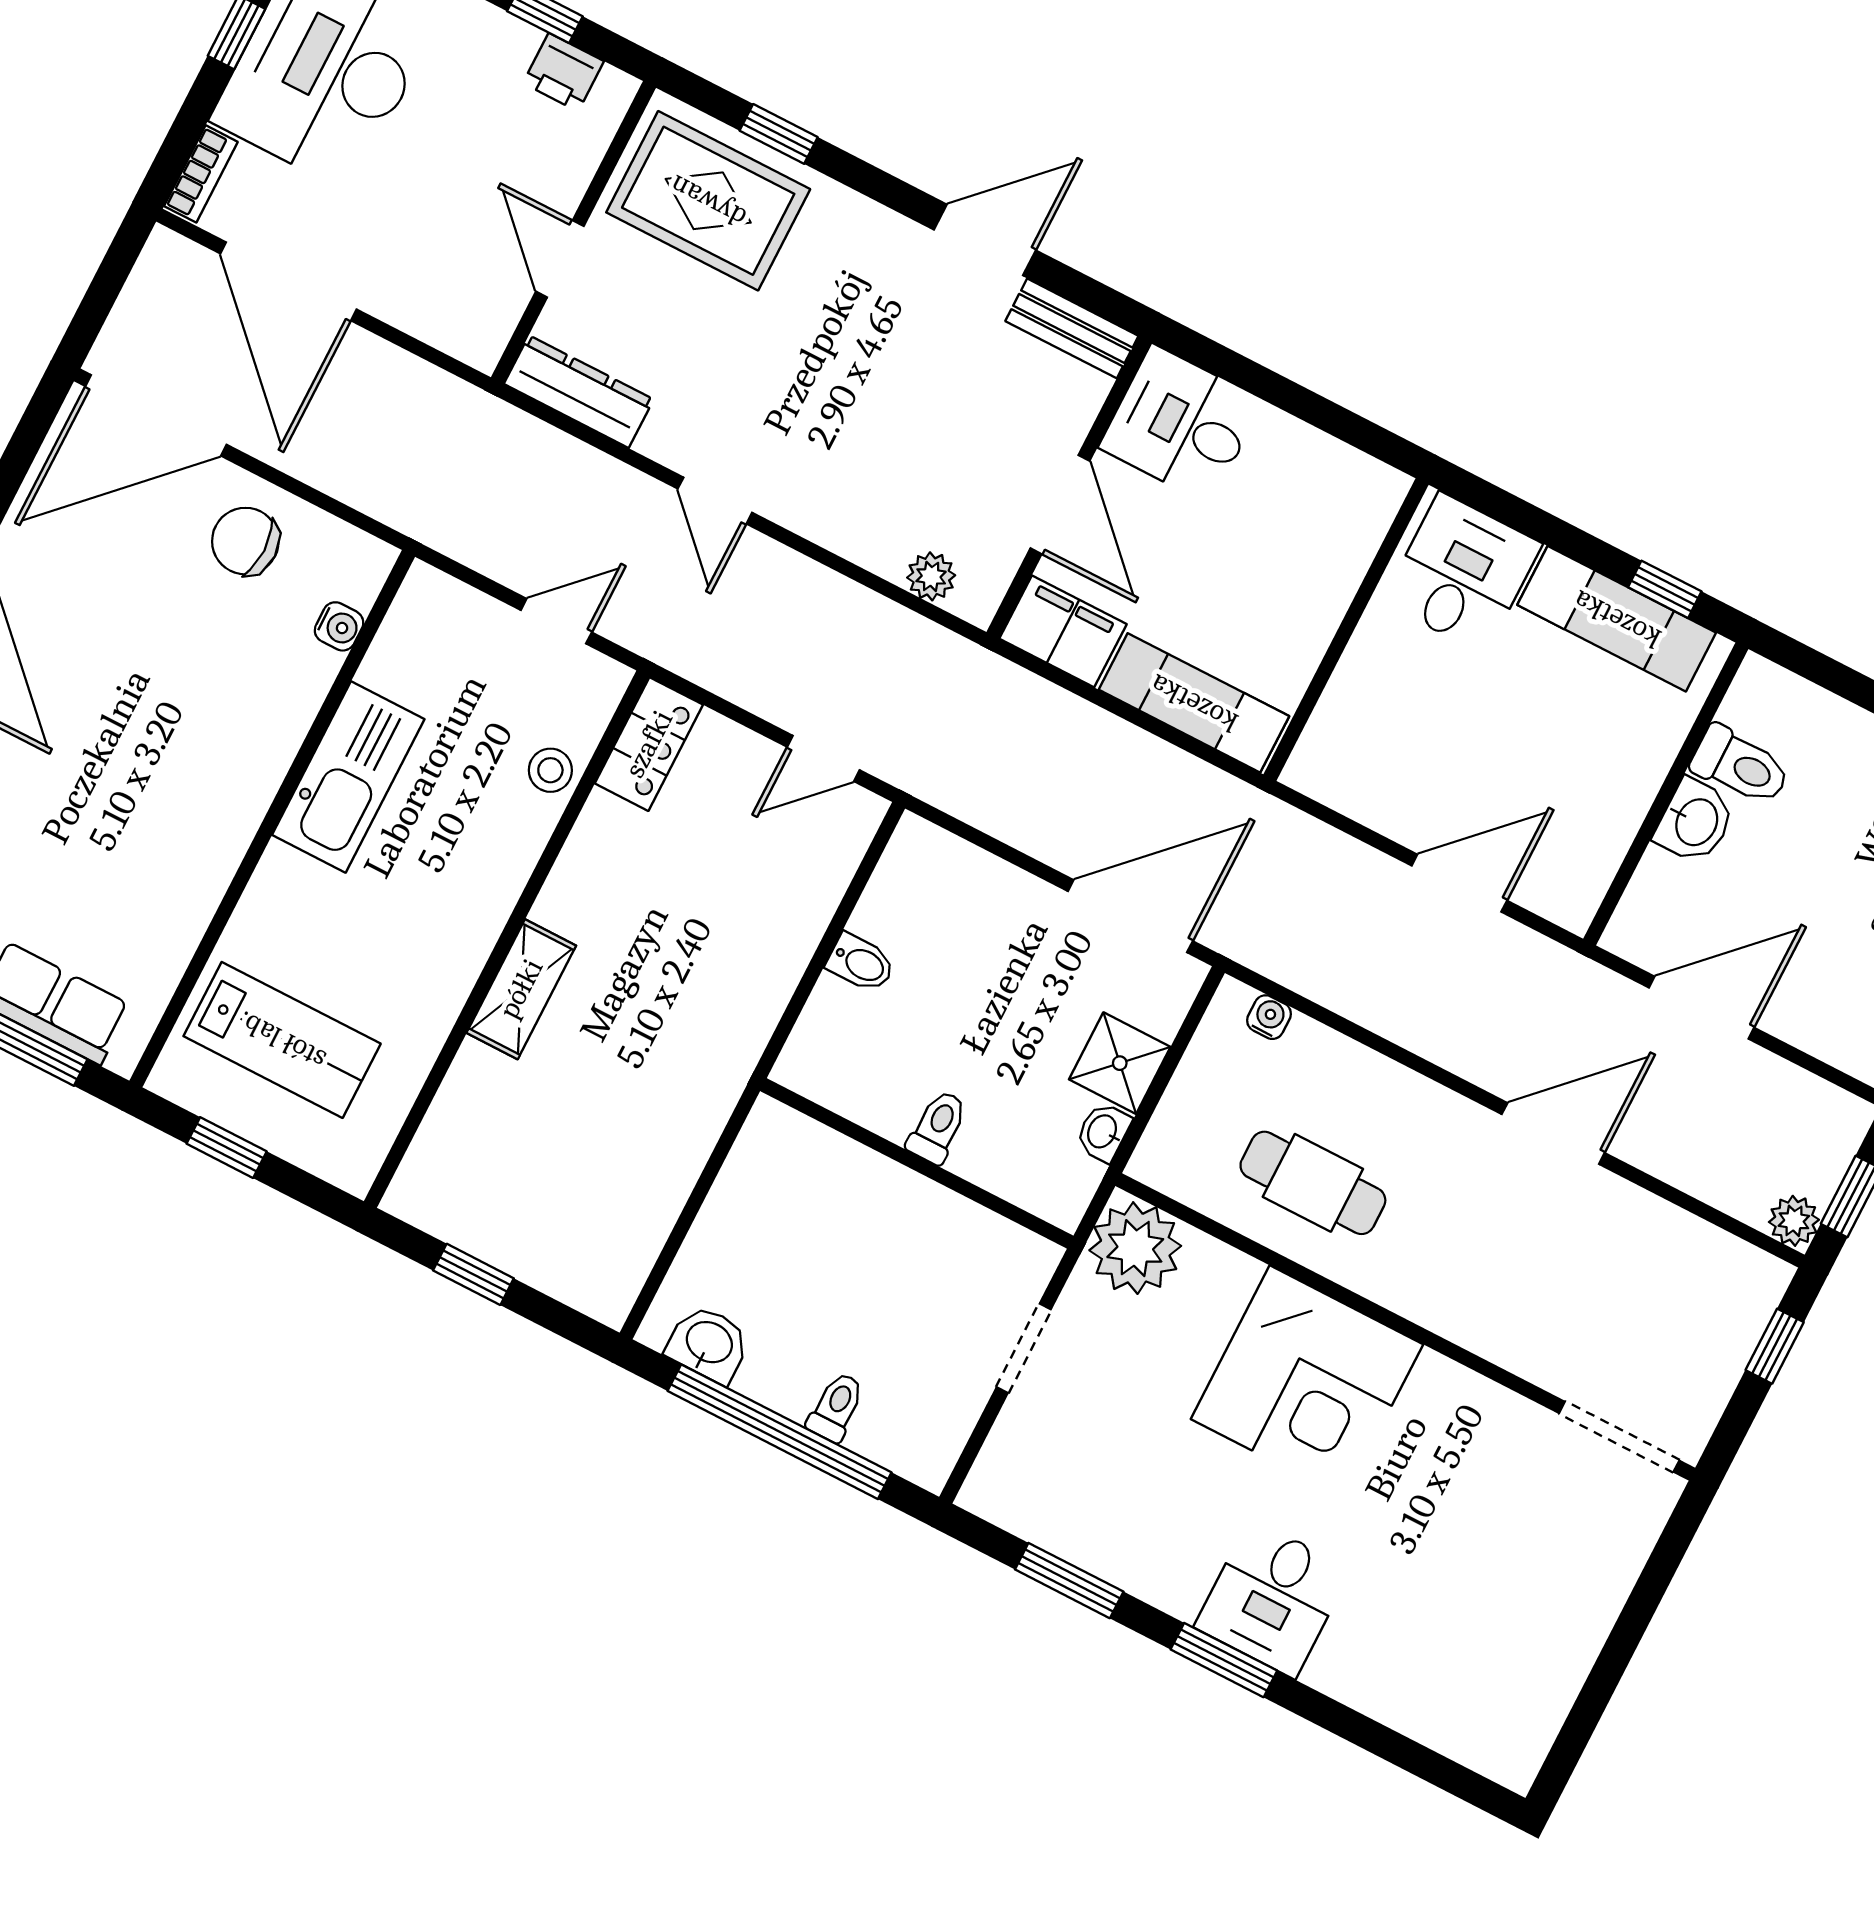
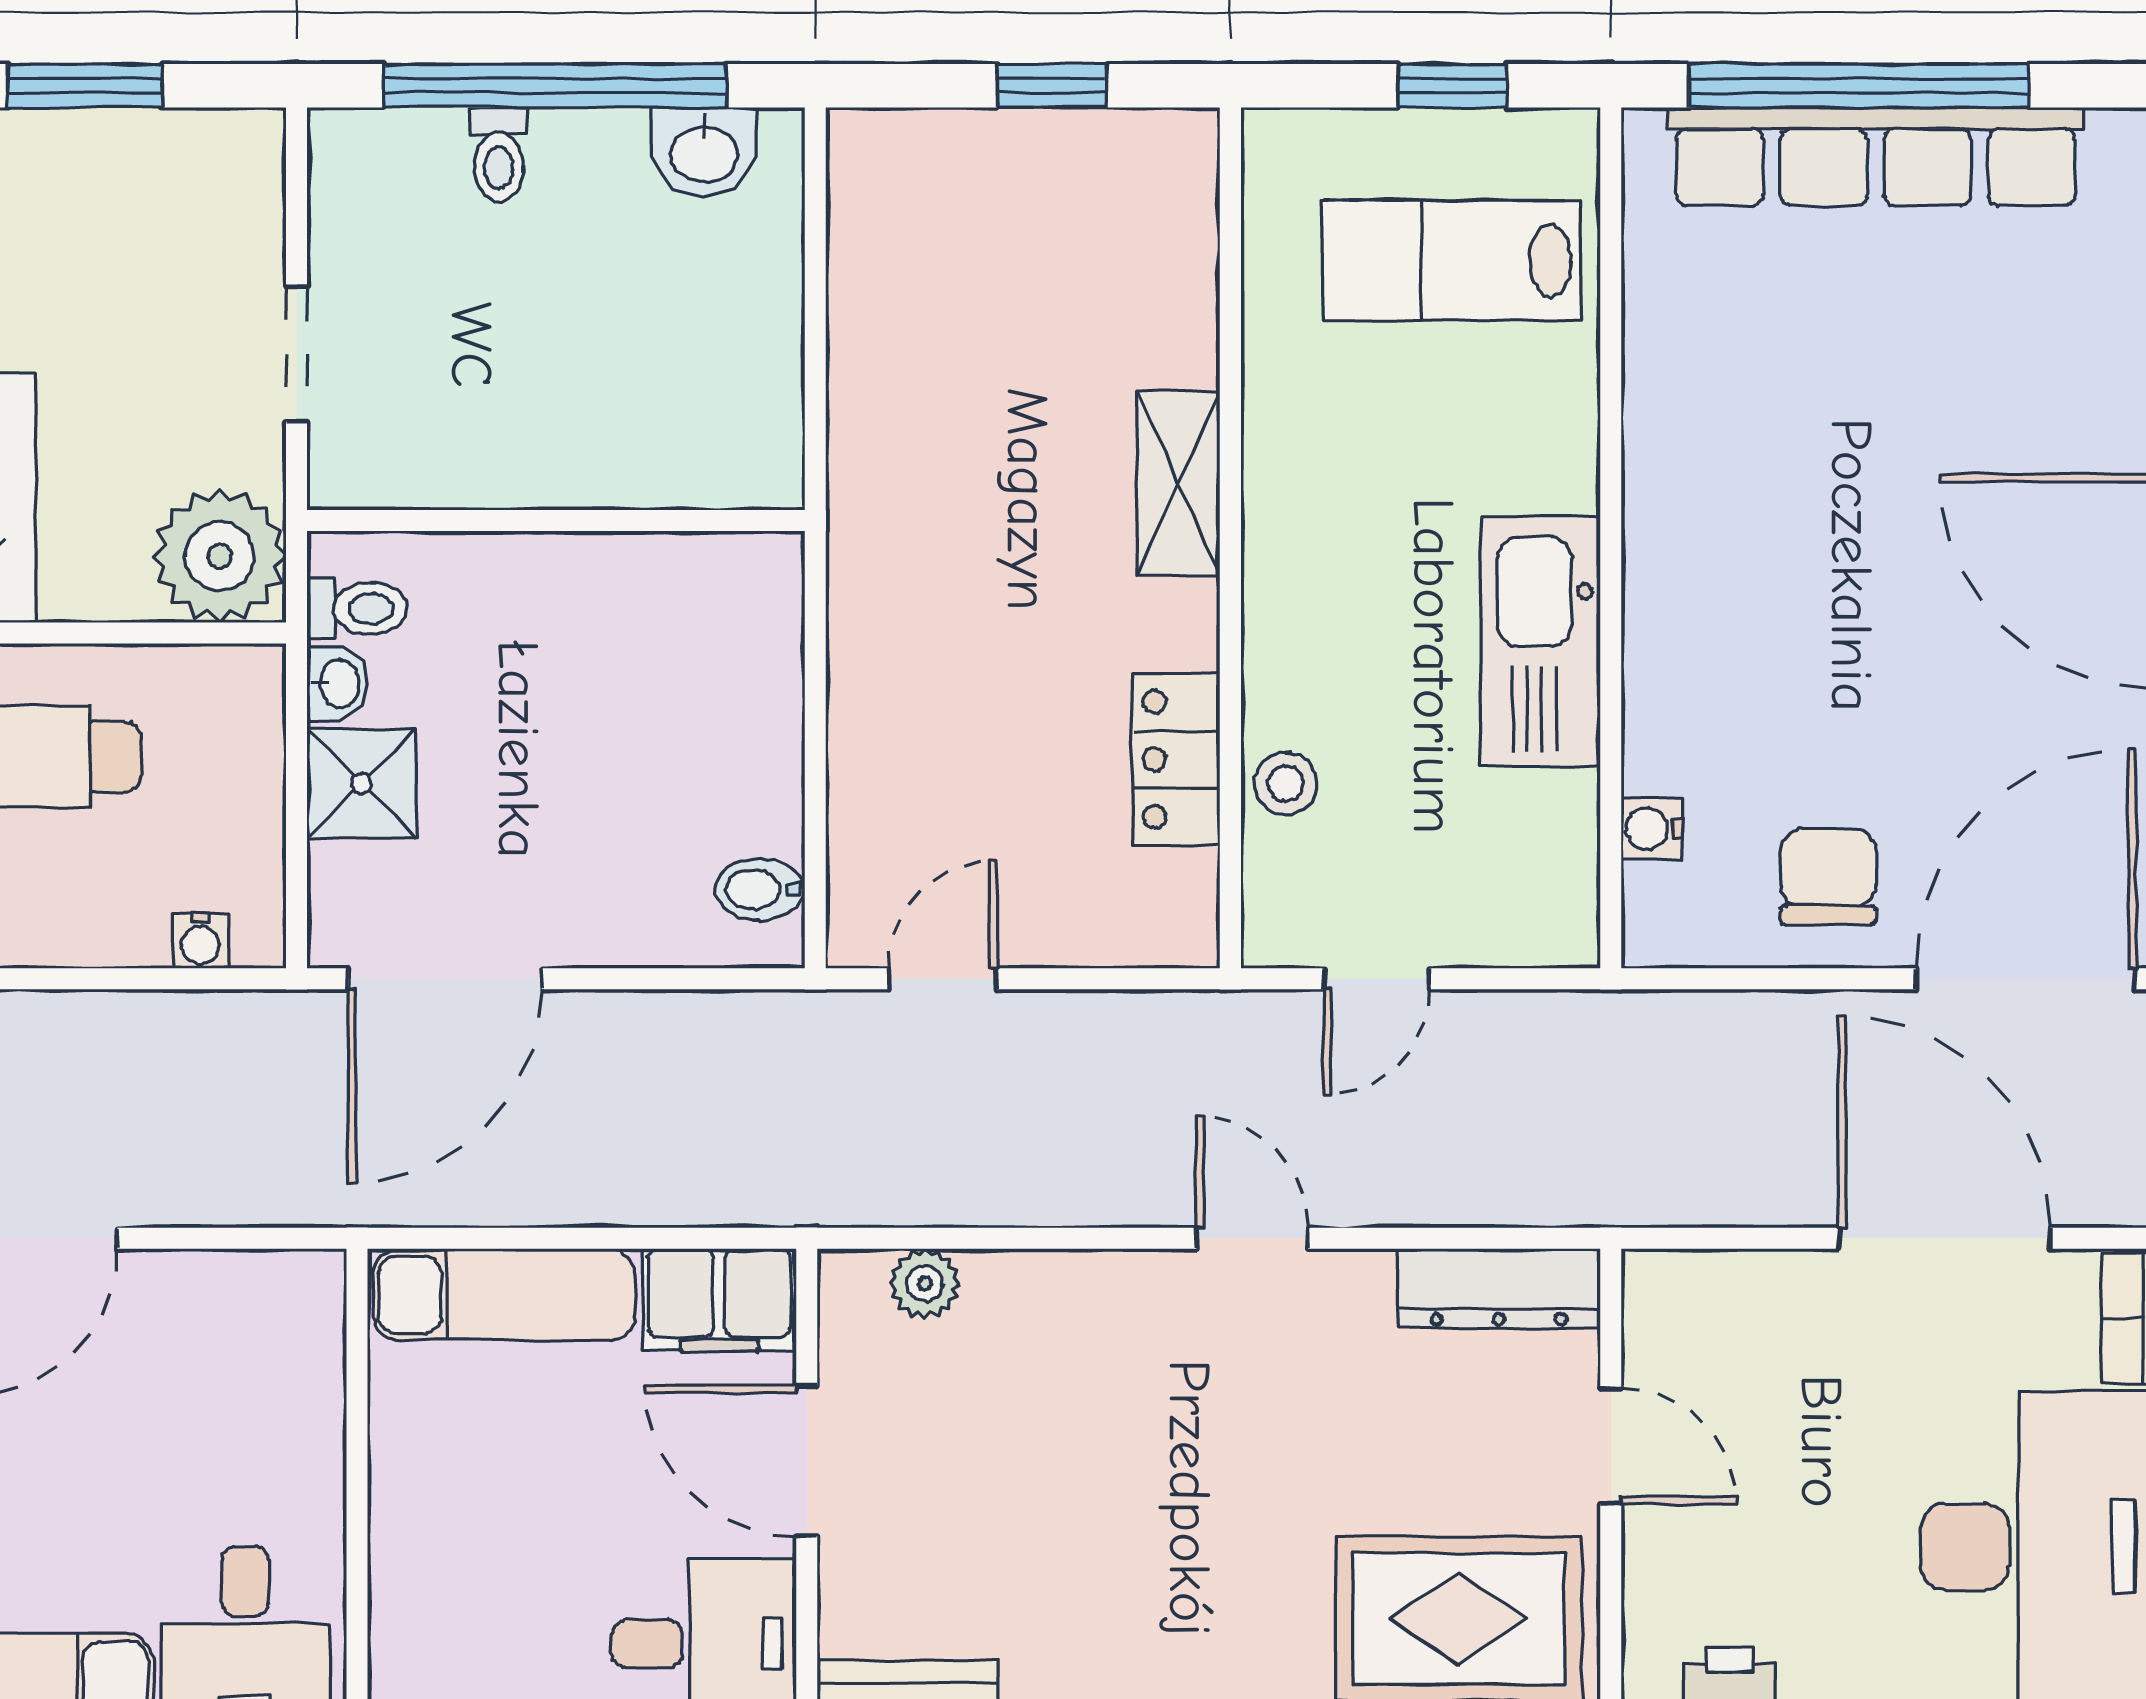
chair: (245, 541) -> (1828, 876), turned -90
locker: (649, 744) -> (1176, 759), moved
bidet: (861, 963) -> (760, 889), moved
toilet: (938, 1127) -> (357, 608), moved, turned -90

